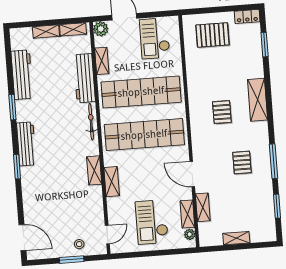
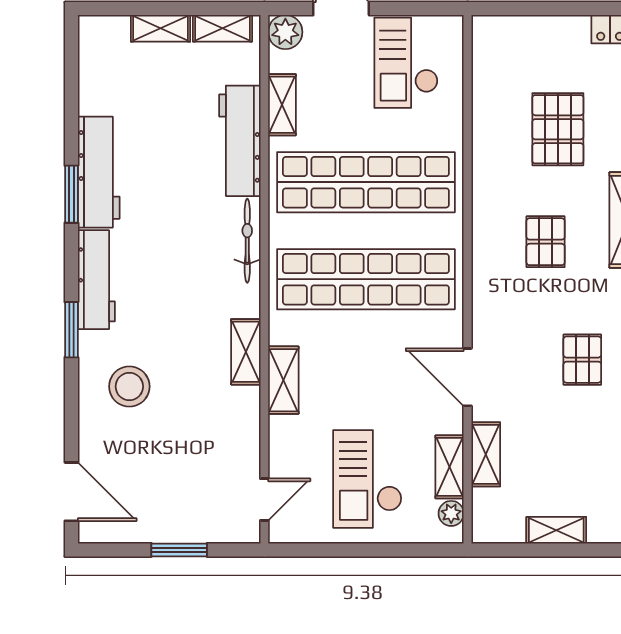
pallet: (212, 35) -> (558, 129), moved, turned 90
workbench: (22, 75) -> (99, 172), moved
stool: (79, 244) -> (129, 386), moved, width x1.89, depth x1.89

